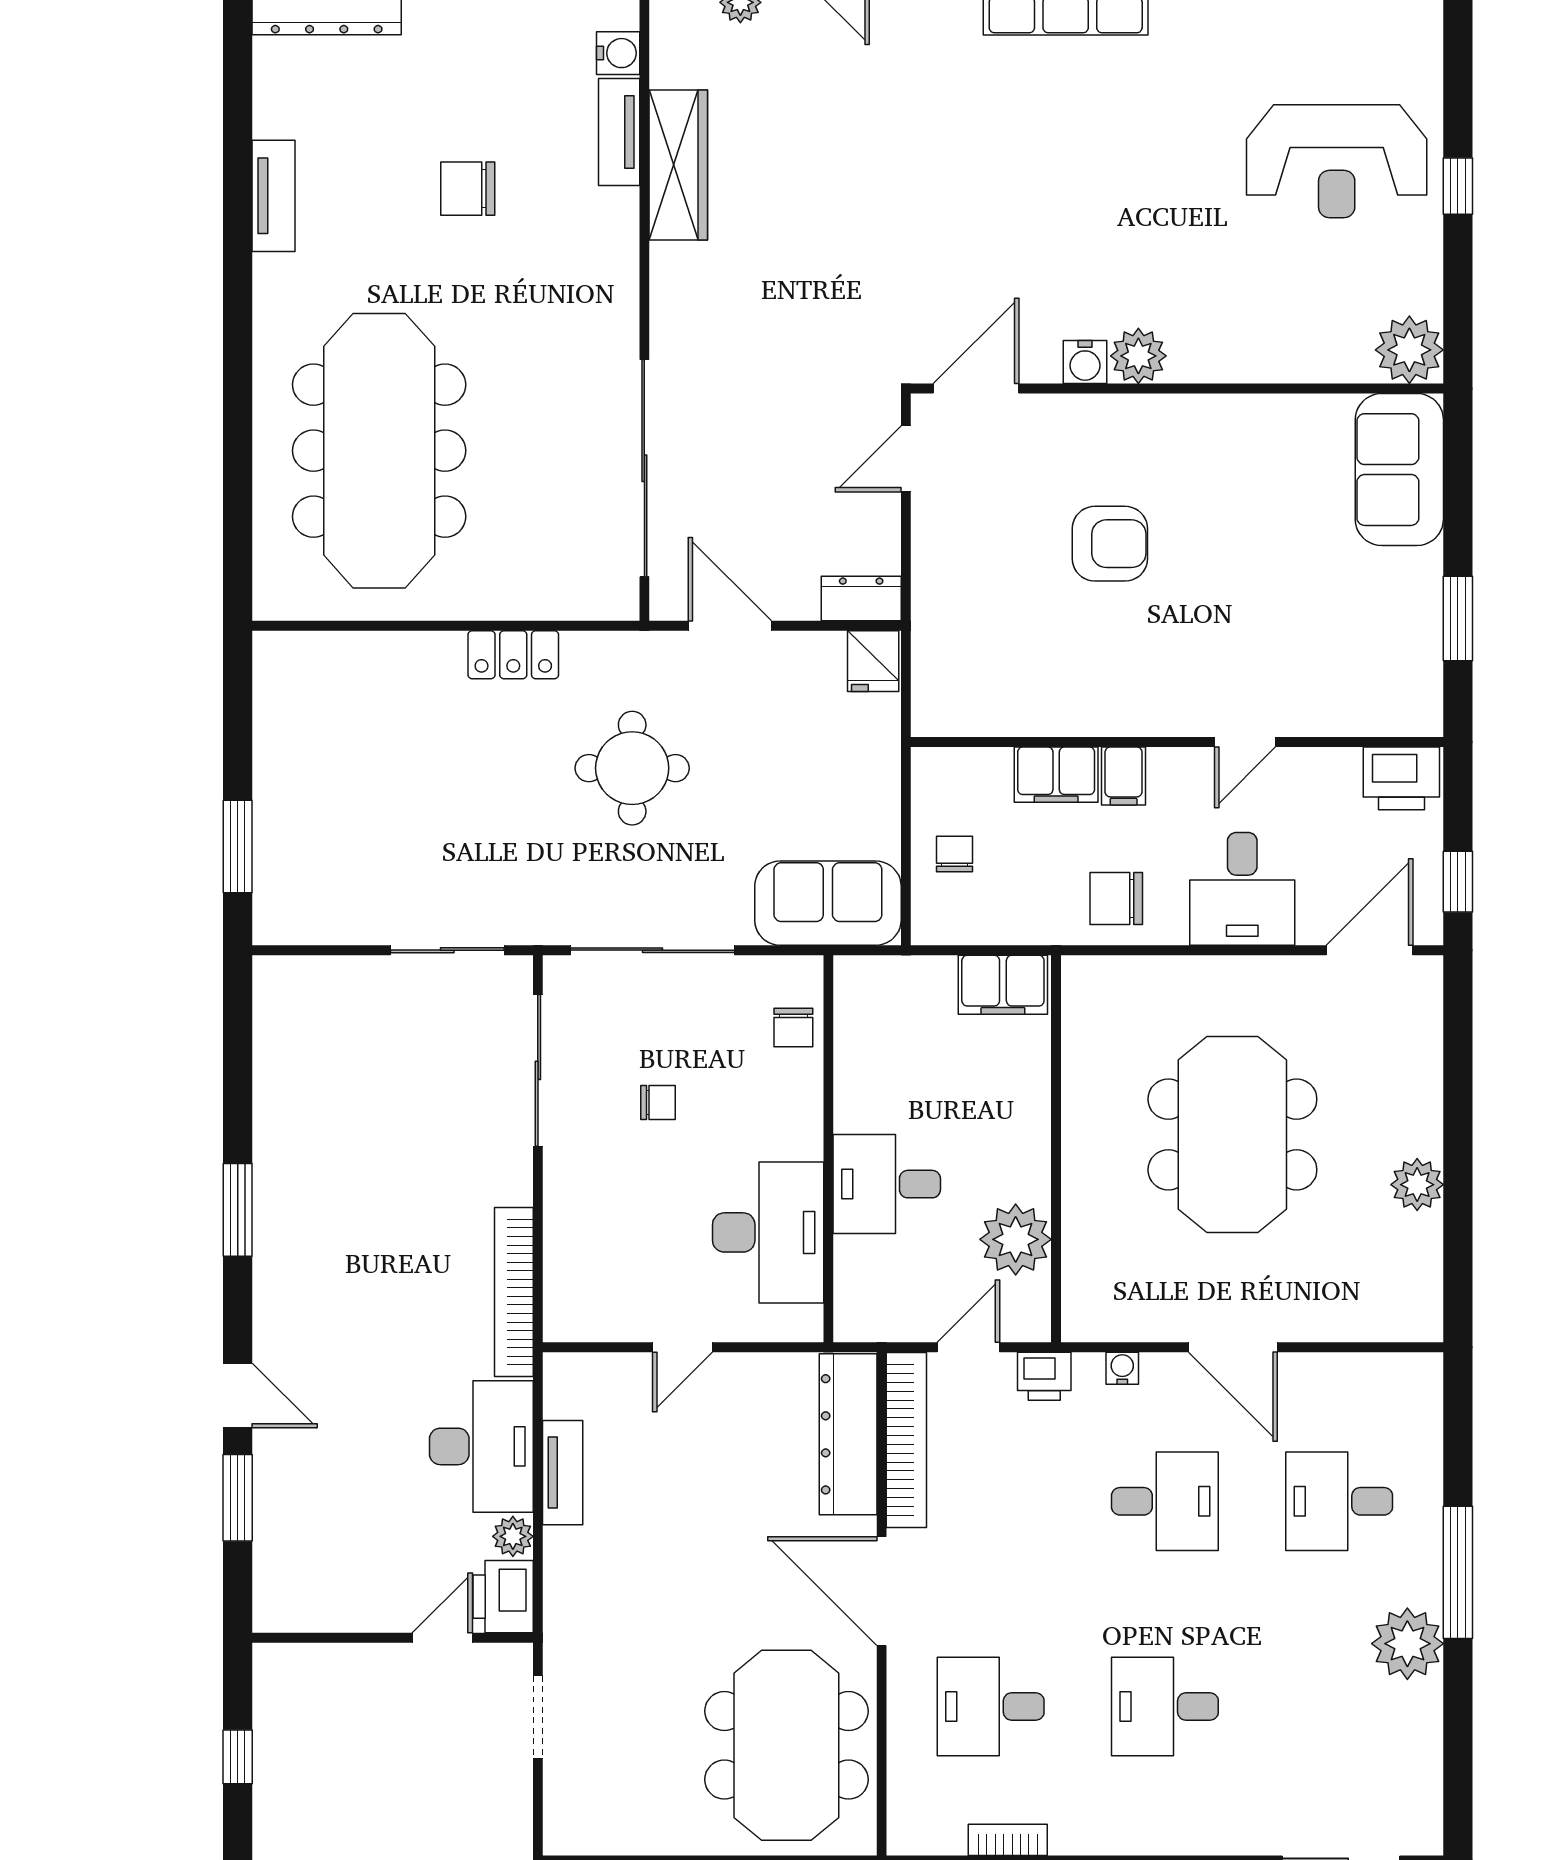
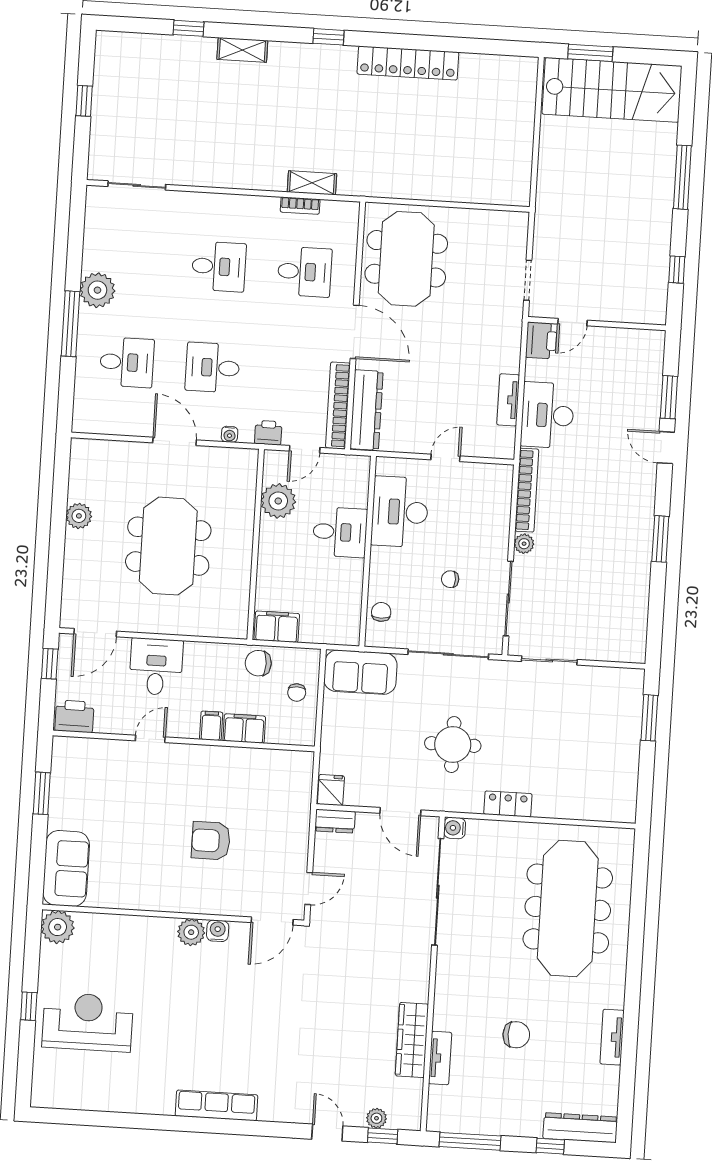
water cooler: (618, 53) -> (455, 828), moved
chair: (1116, 898) -> (258, 663), moved, turned 180
plant: (513, 1536) -> (524, 544), moved

